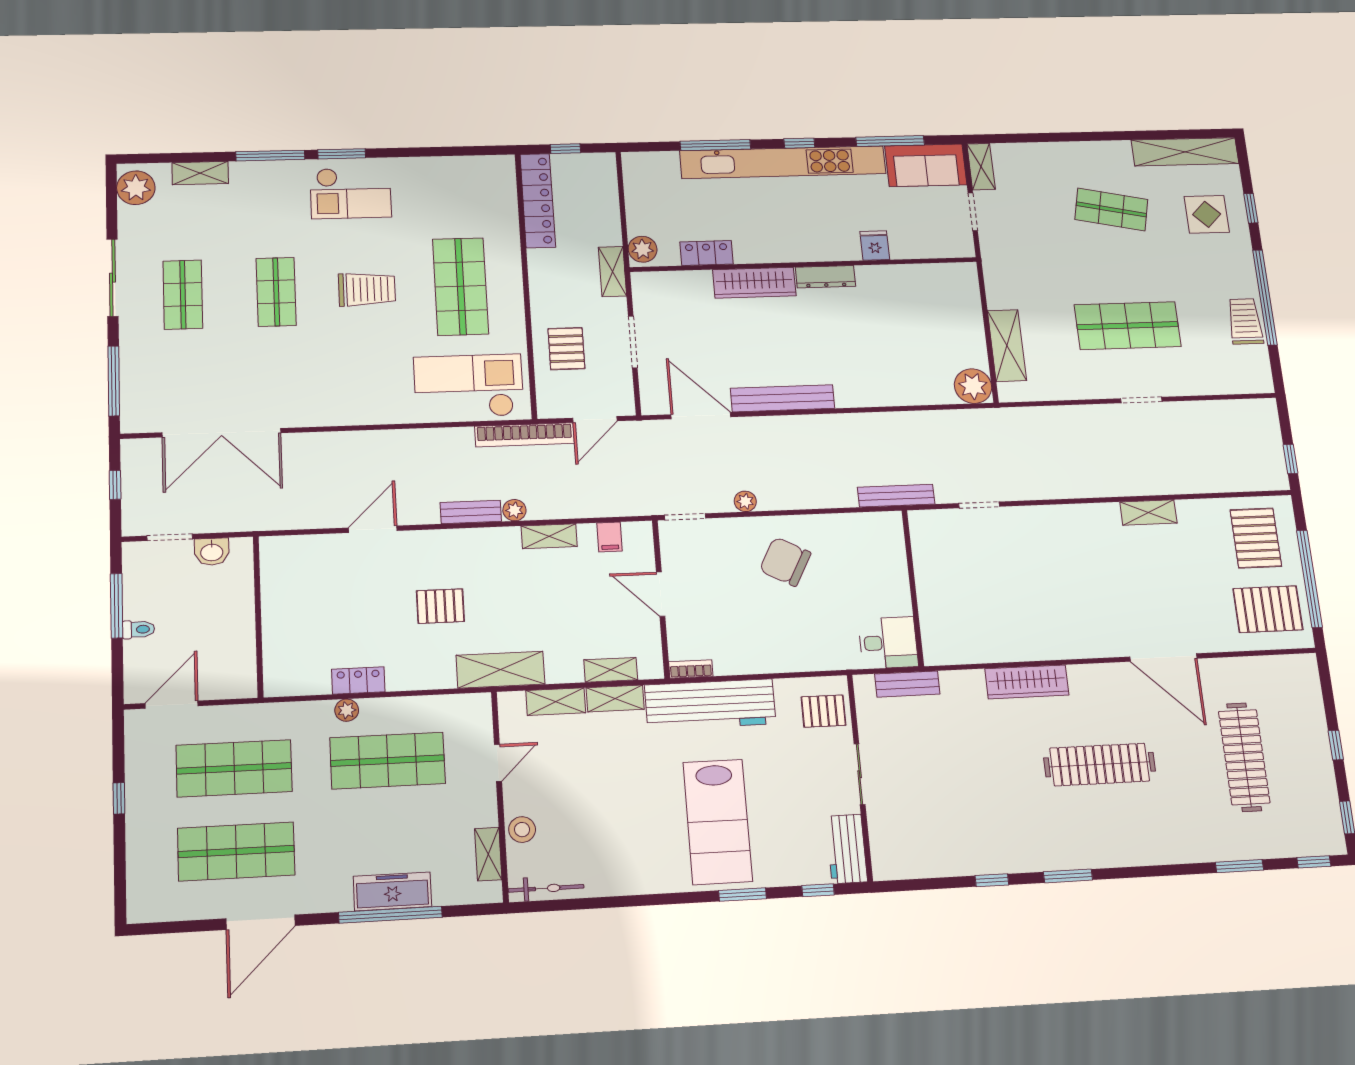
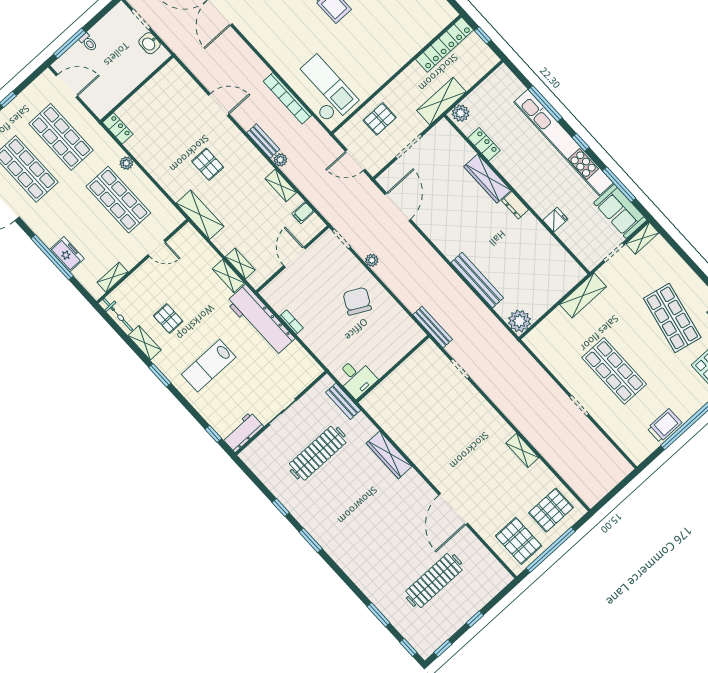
shop shelf: (1111, 209) -> (672, 318), width x1.43, depth x1.36
shelving: (613, 272) -> (441, 101), width x1.50, depth x1.33
dresser: (825, 277) -> (515, 205), width x0.70
shop shelf: (460, 286) -> (370, 45), removed
shelving: (1007, 346) -> (583, 295), moved
bench: (783, 398) -> (477, 280), moved
bookcase: (525, 435) -> (287, 98), moved
window: (1291, 459) -> (607, 498), removed
window: (117, 606) -> (70, 43), moved
bookcase: (691, 669) -> (291, 322), moved
locker: (358, 680) -> (118, 128), moved
shelving: (556, 702) -> (145, 343), moved
pallet: (823, 711) -> (168, 318), moved
clothes rail: (1100, 765) -> (318, 453), moved, turned 90
lab bench: (718, 822) -> (209, 366), width x0.73, depth x0.72
stool: (522, 830) -> (135, 283), removed
freezer: (392, 891) -> (67, 254), width x0.71
window: (743, 895) -> (160, 375), moved

